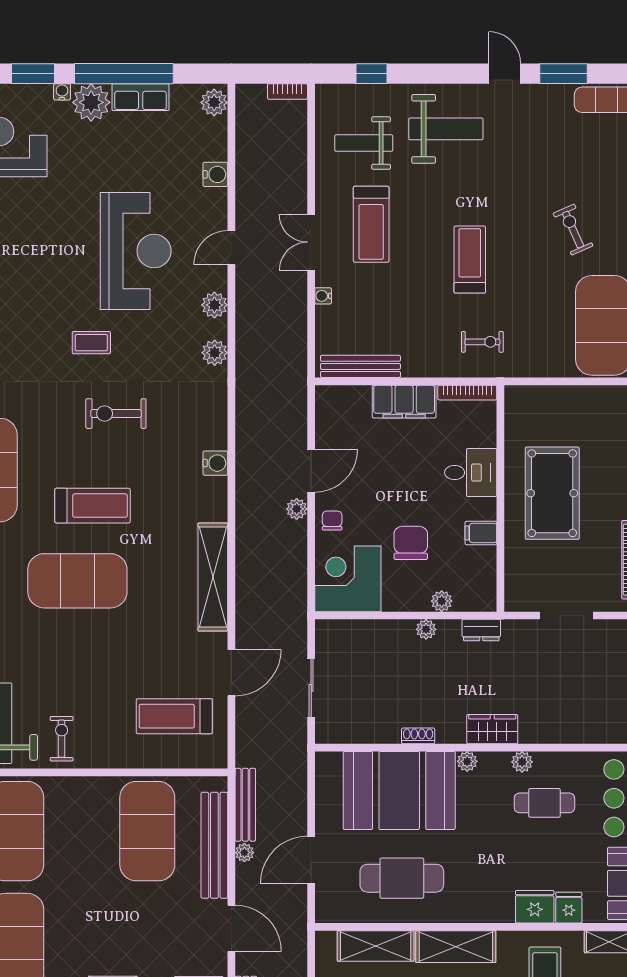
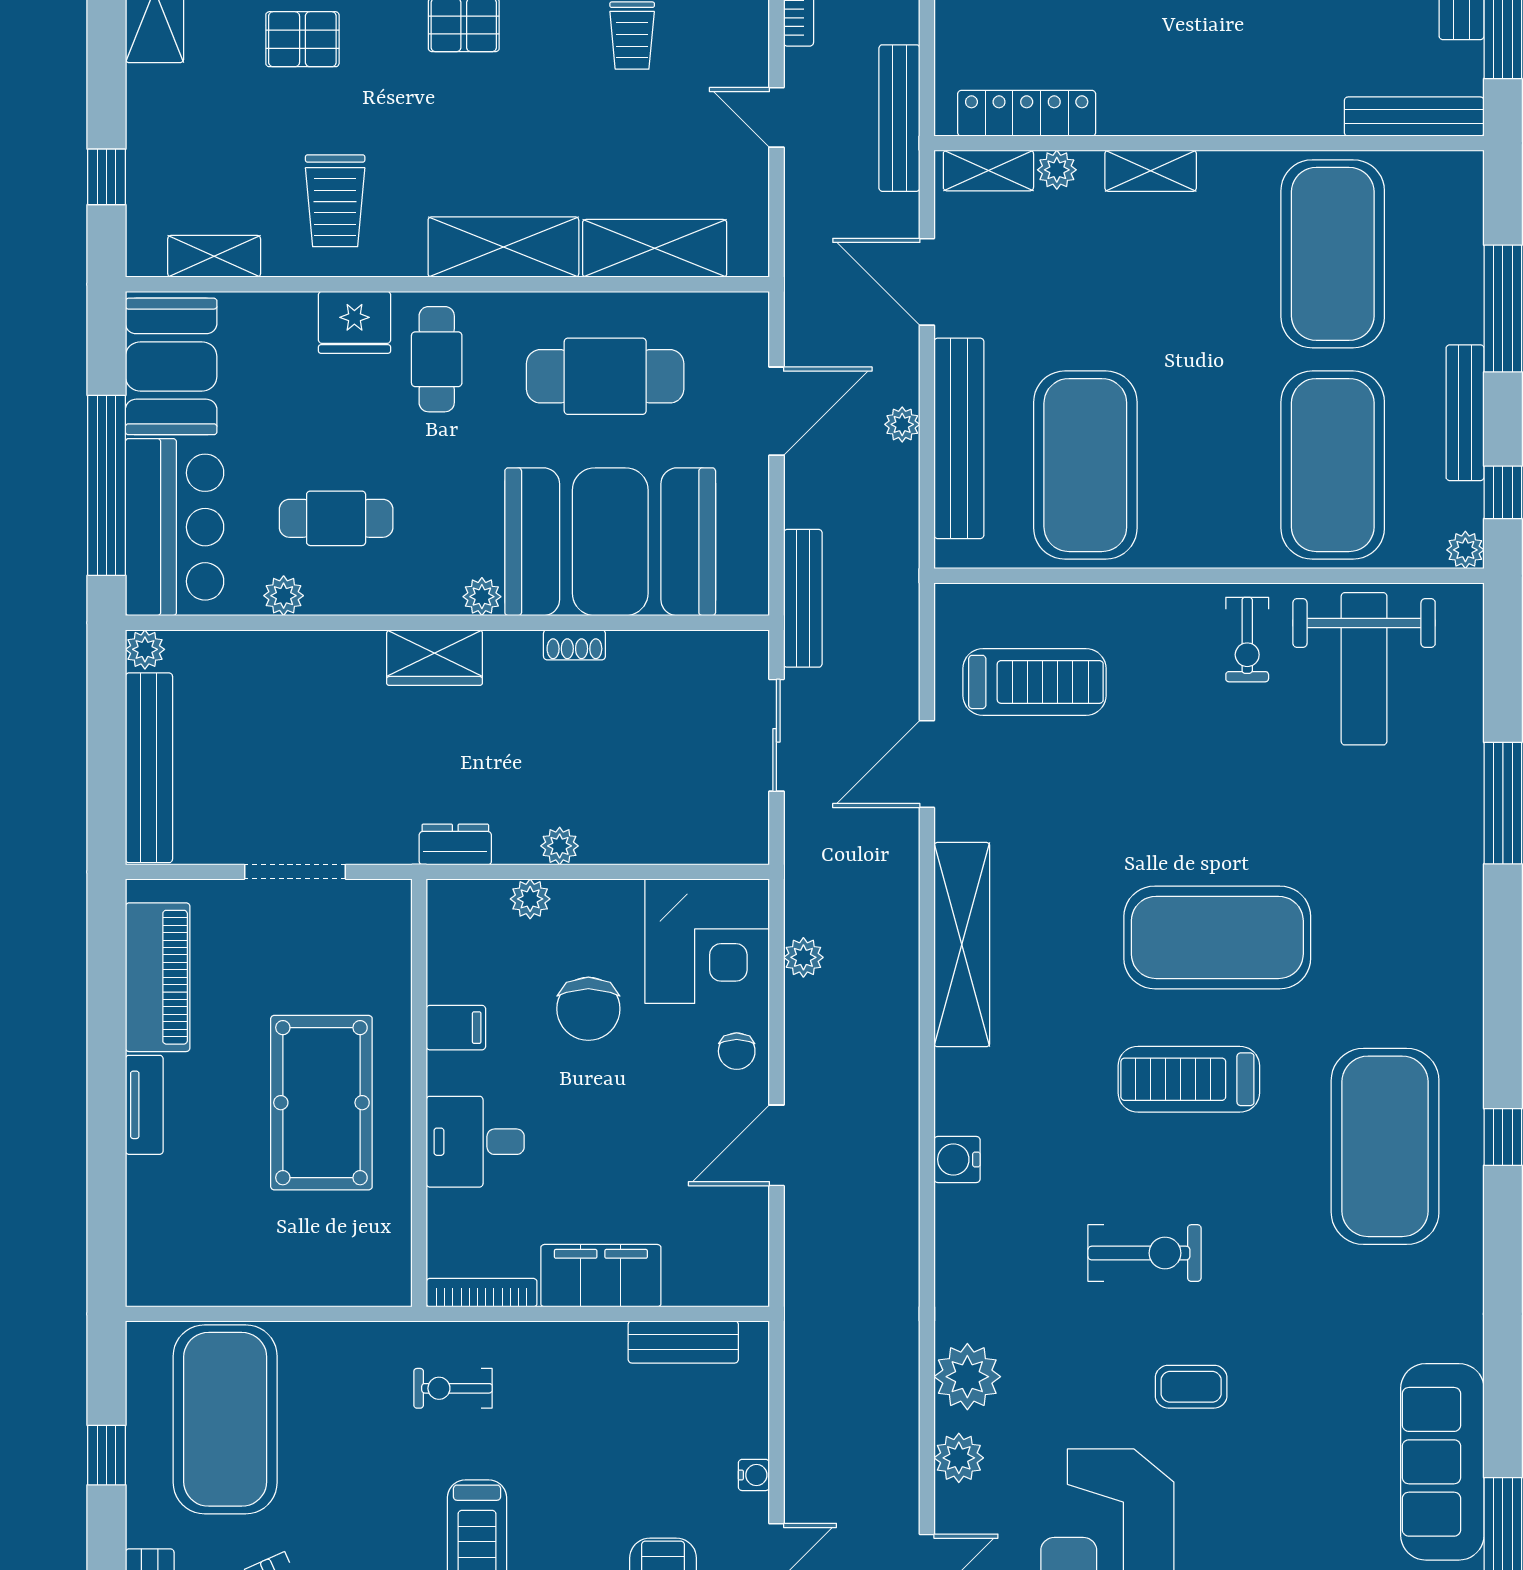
plant: (215, 353) -> (967, 1377), width x1.36, depth x1.36
bench: (360, 366) -> (683, 1342), width x0.73
plant: (297, 509) -> (803, 957), moved
plant: (522, 762) -> (284, 596), moved
bench: (245, 805) -> (803, 598), moved
cafe table: (491, 887) -> (437, 359), added
fridge: (569, 908) -> (290, 321), removed

